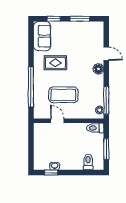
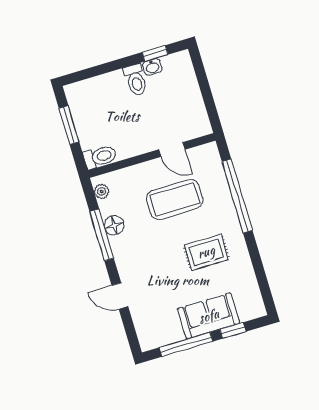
window: (80, 19) -> (186, 344), width x1.44
sofa: (42, 36) -> (209, 316), moved, turned 90
floor lamp: (98, 69) -> (114, 225), moved
window: (106, 100) -> (102, 235), moved
toilet: (88, 162) -> (136, 80), moved

